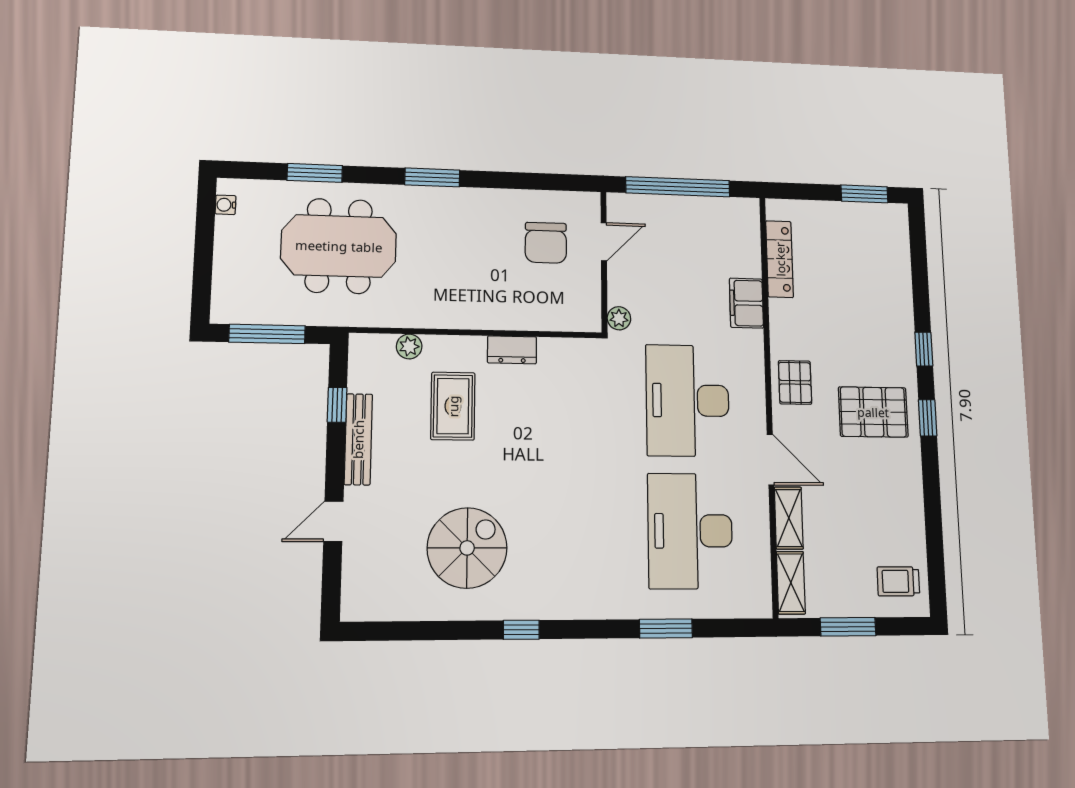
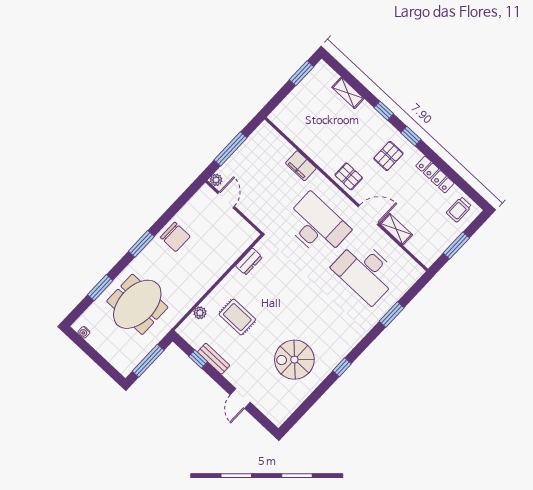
window: (678, 187) -> (230, 149), width x0.68
chair: (546, 243) -> (175, 237), moved
locker: (780, 259) -> (435, 174), moved, turned 180
plant: (619, 318) -> (216, 180), moved
dresser: (512, 350) -> (249, 261), moved
desk: (688, 400) -> (317, 226), turned 180
pallet: (873, 412) -> (388, 156), width x0.67, depth x0.71
bench: (358, 439) -> (214, 359), width x0.73
spiral stairs: (467, 548) -> (294, 360), turned -90
shelving: (791, 583) -> (348, 93), moved

